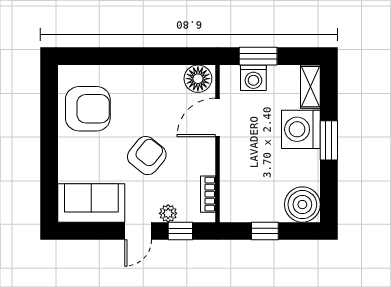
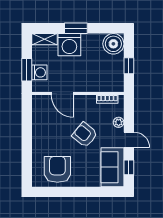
floor lamp: (198, 79) -> (40, 105), removed
window: (180, 231) -> (129, 167), moved

